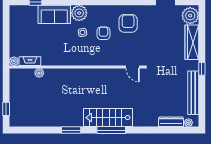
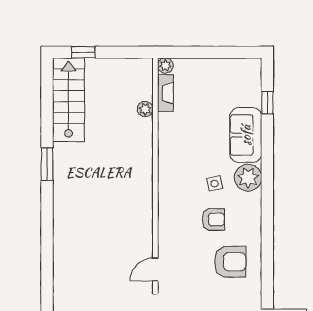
stairs: (108, 118) -> (69, 100), moved
window: (111, 130) -> (47, 233), removed

